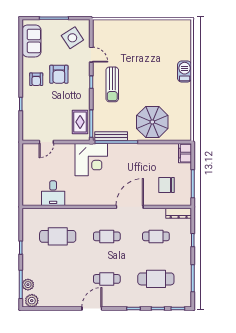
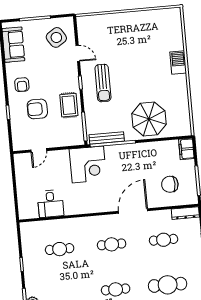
armchair: (59, 74) -> (37, 109), moved, turned 90
rug: (80, 122) -> (69, 105), moved
cafe table: (58, 236) -> (60, 249), width x0.73, depth x0.74

